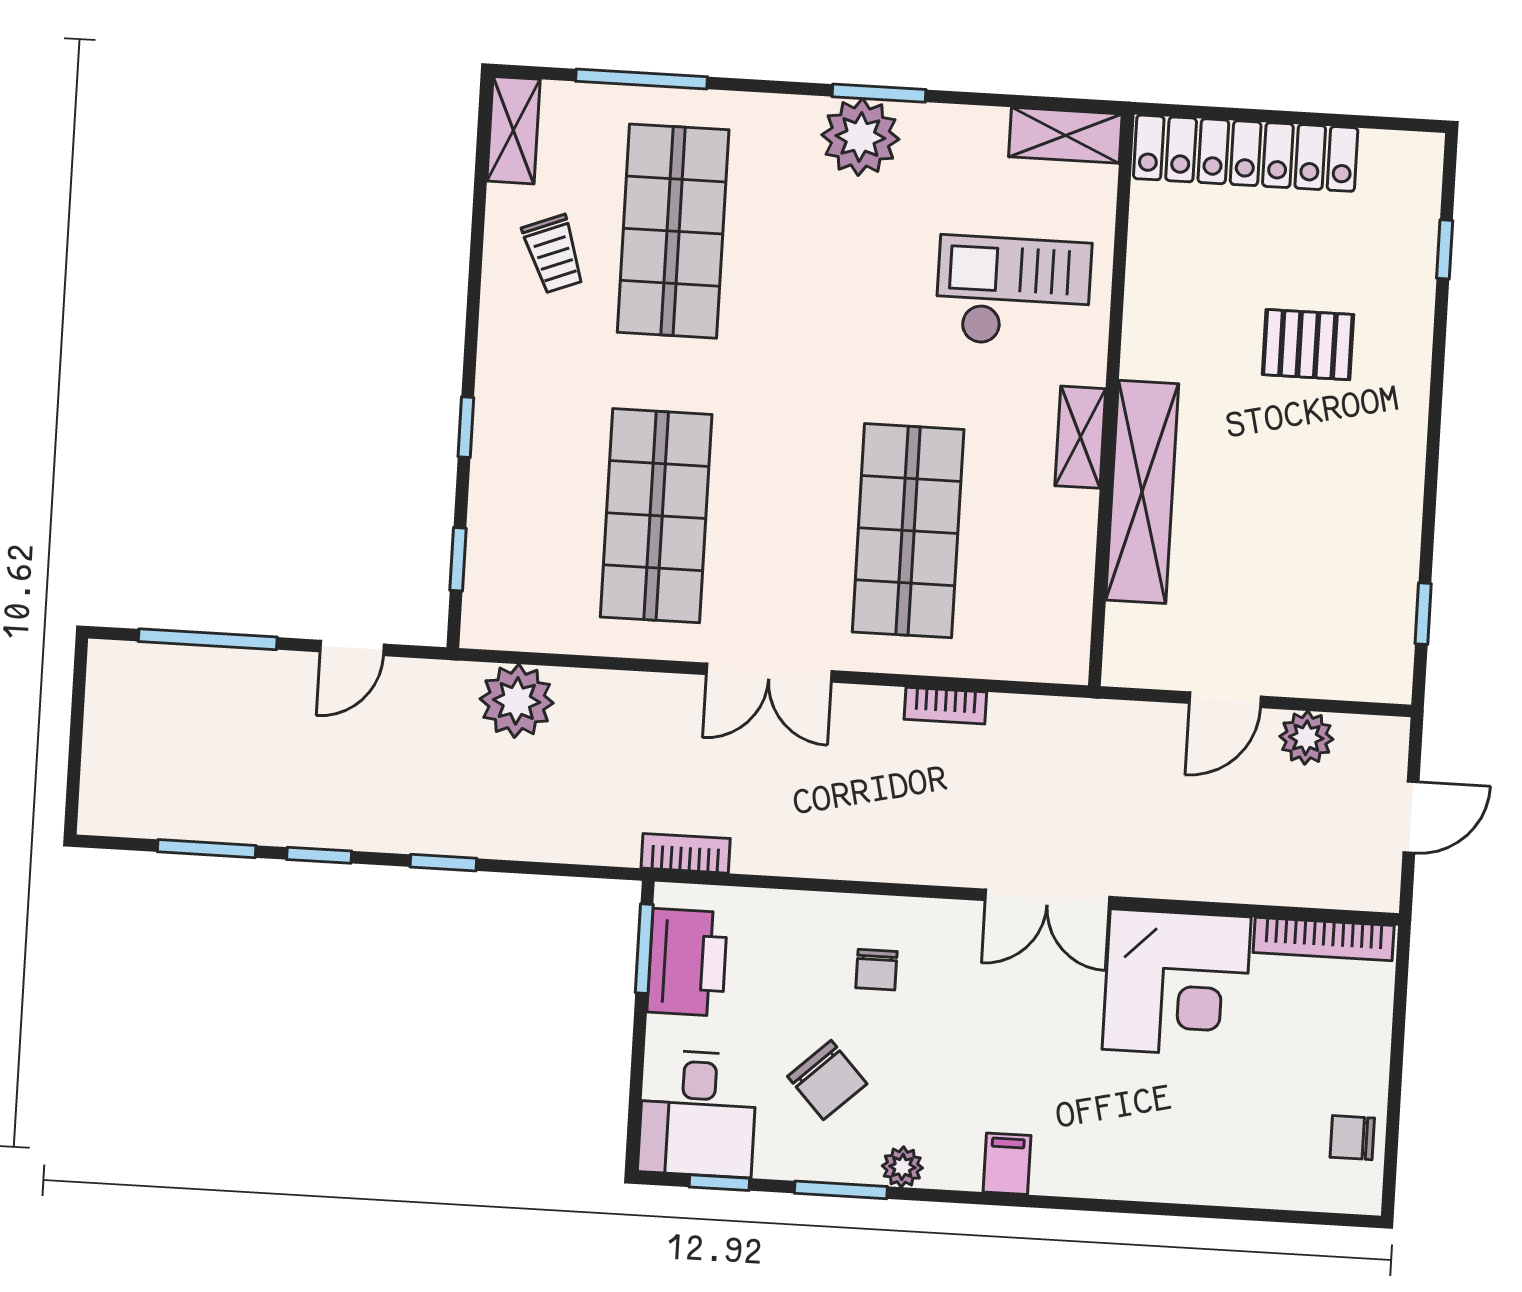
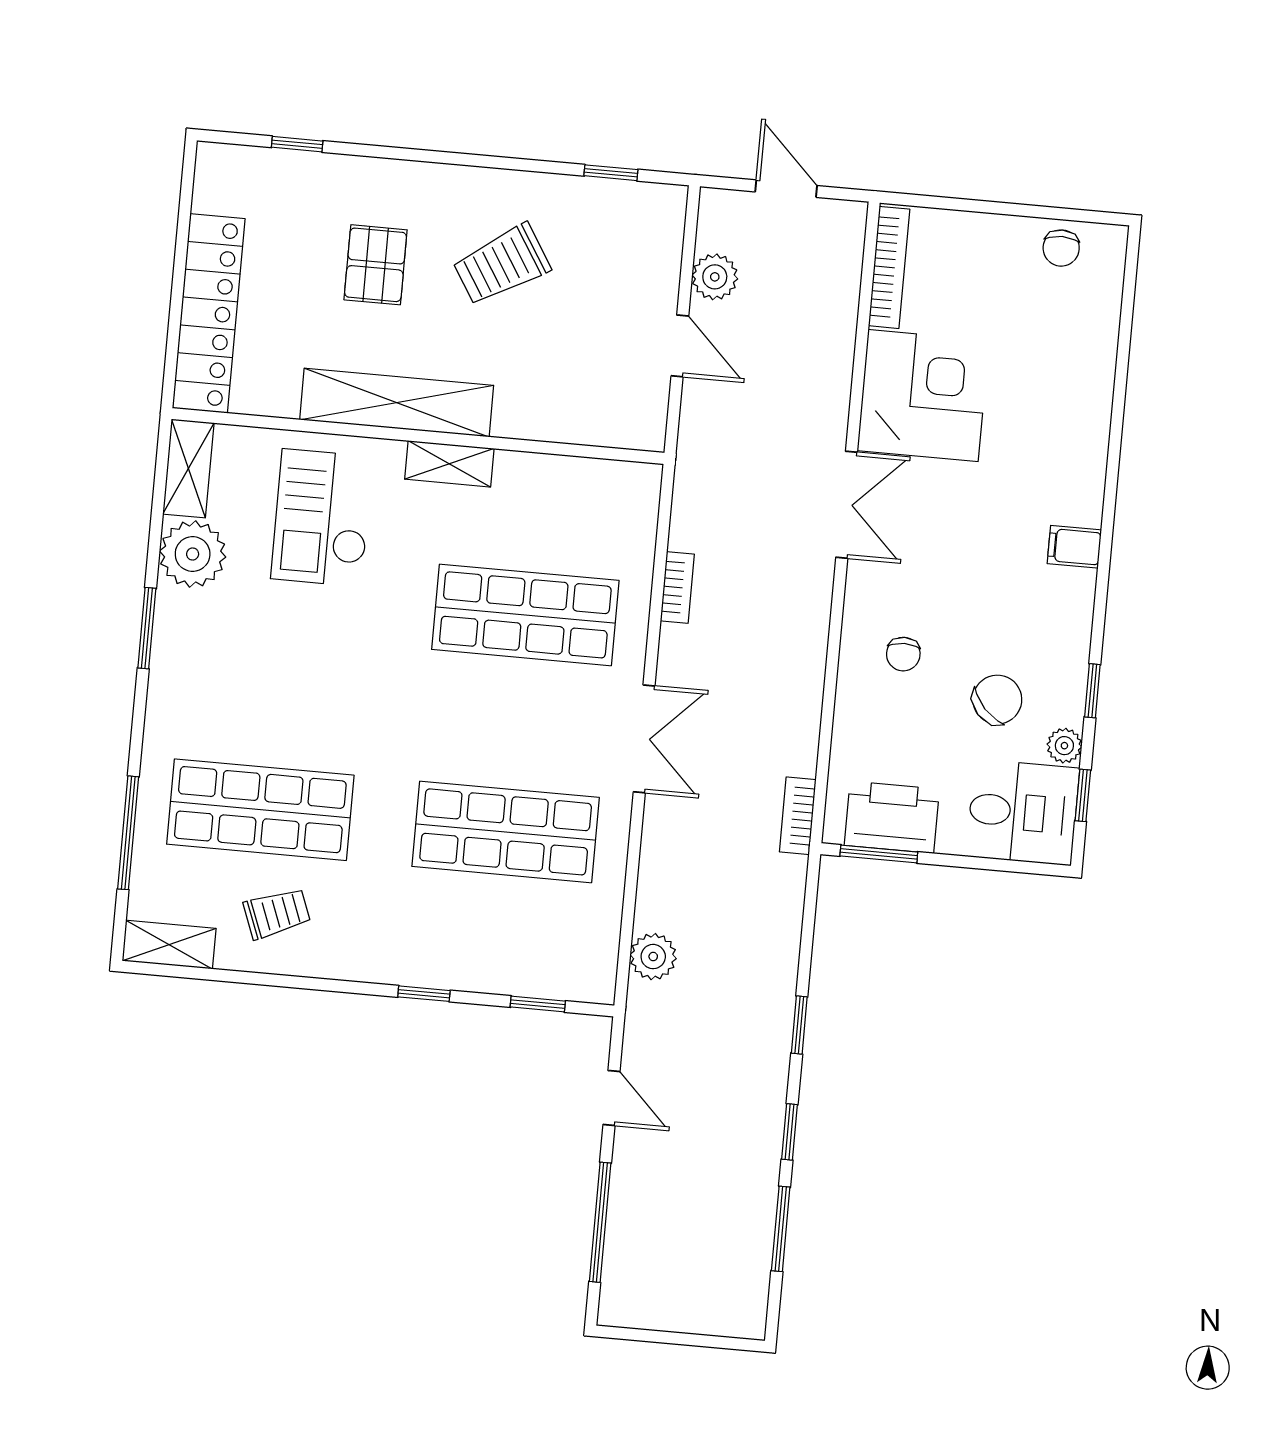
plant: (860, 137) -> (193, 554), moved
trolley: (1313, 491) -> (502, 265), added
shelving: (1142, 492) -> (397, 403), moved
plant: (517, 701) -> (653, 957), width x0.73, depth x0.73
chair: (876, 970) -> (903, 654), turned 90
plant: (902, 1167) -> (1064, 746), moved
window: (841, 1190) -> (1092, 691), width x0.67

